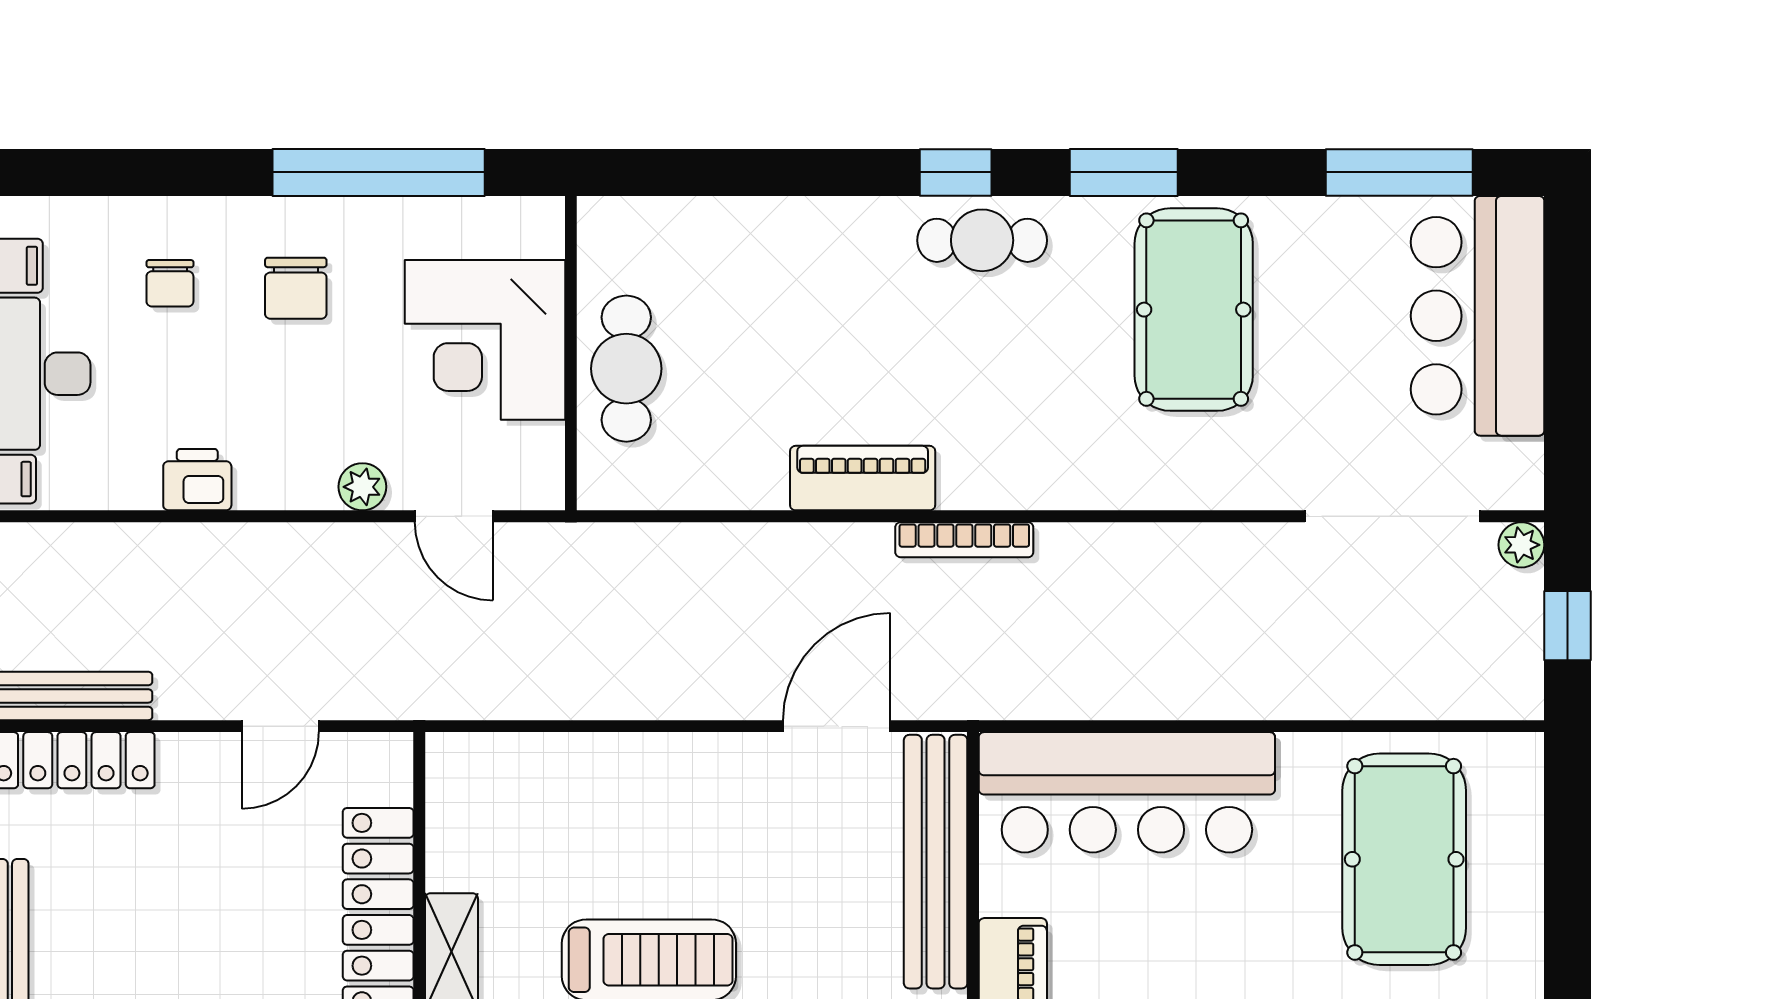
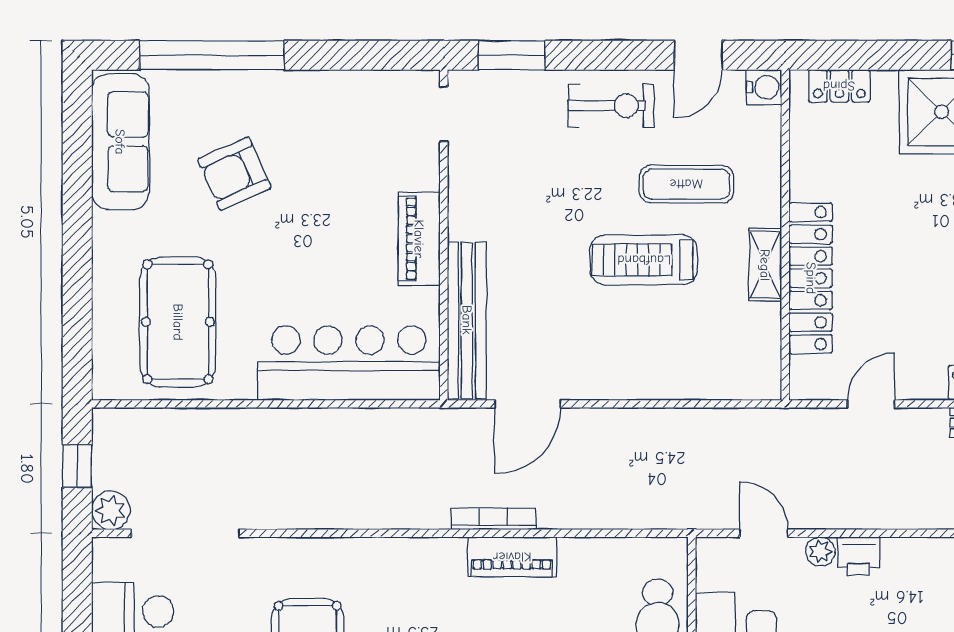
printer: (197, 480) -> (859, 556), moved
bookcase: (964, 540) -> (494, 519), moved
plant: (1521, 545) -> (111, 510), width x1.38, depth x1.38

